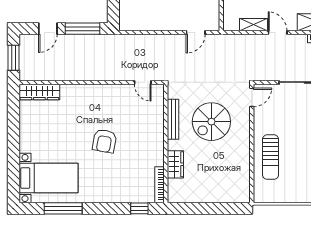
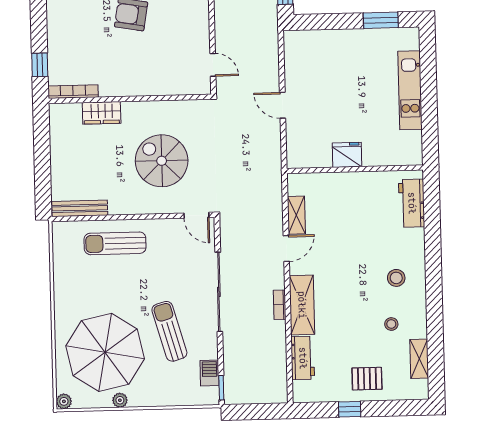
door: (196, 33) -> (283, 105), moved
door: (143, 82) -> (213, 65), swing flipped
bench: (173, 119) -> (80, 208), moved

